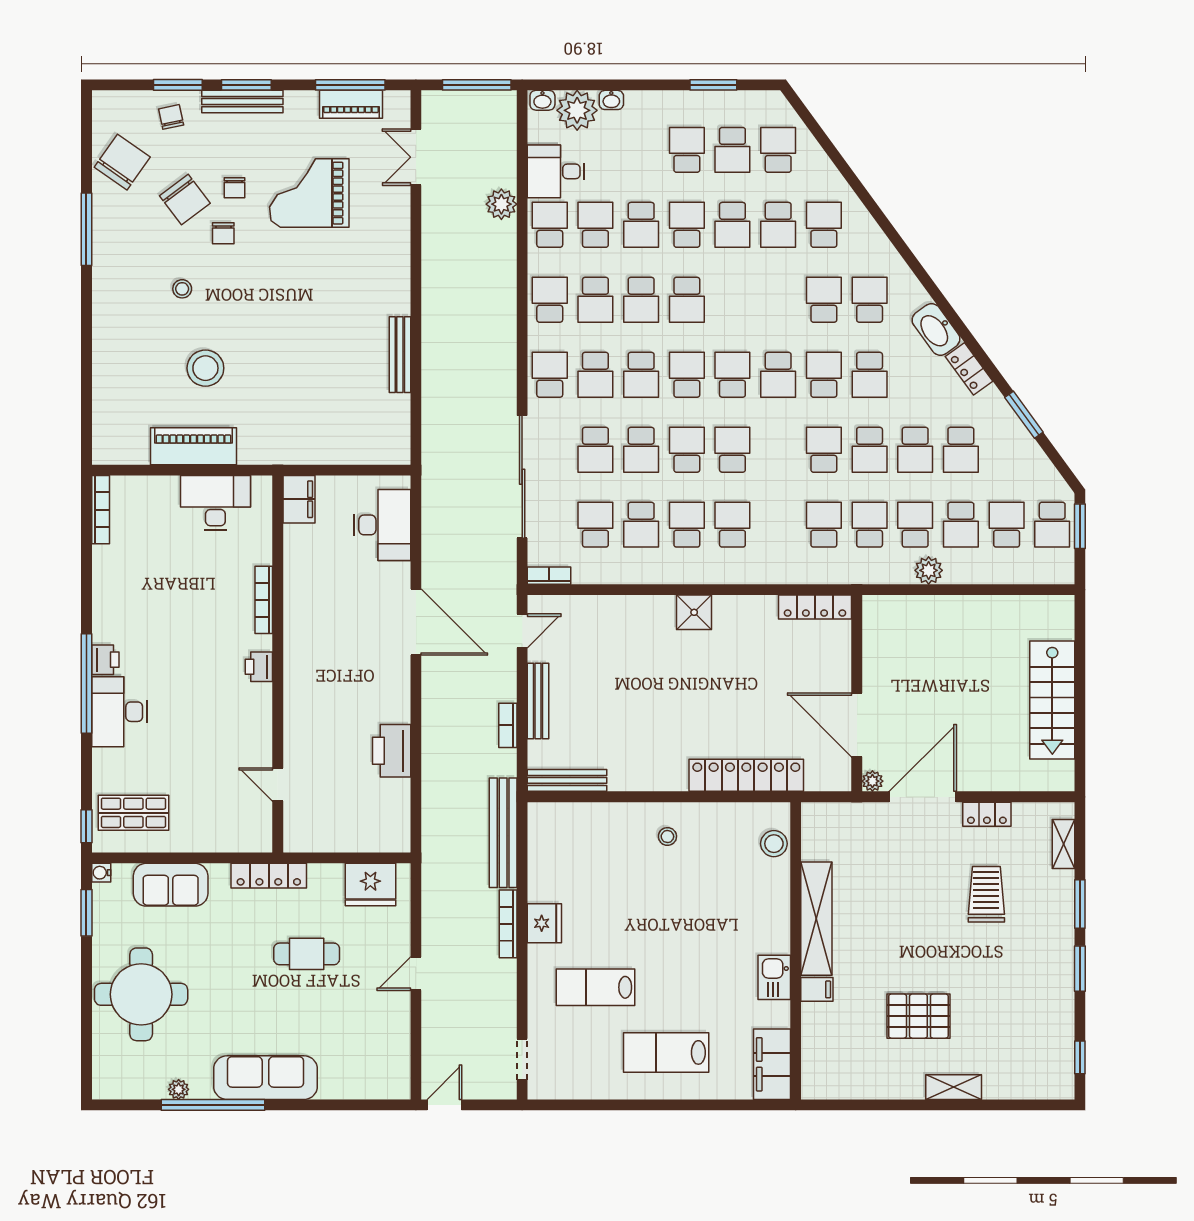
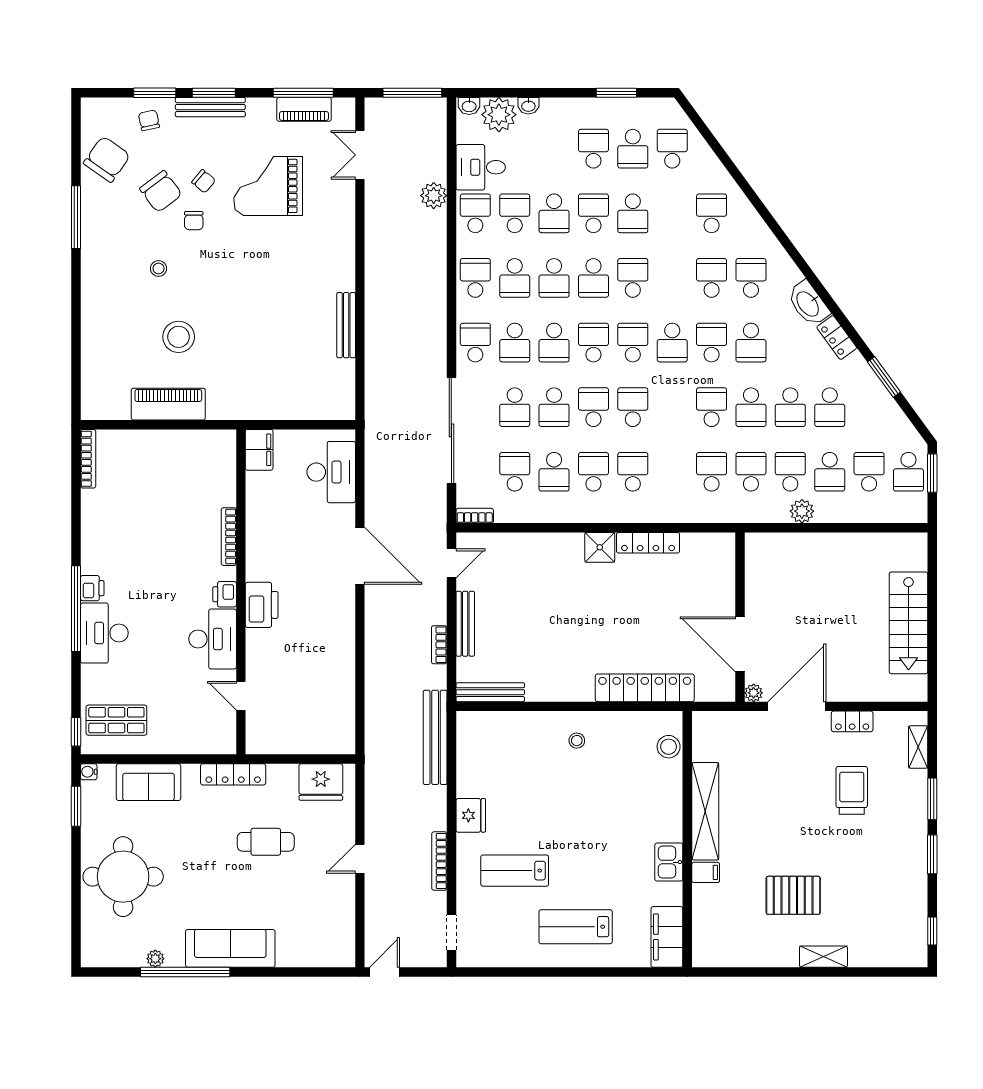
chair: (235, 188) -> (204, 181), turned -50
school desk: (778, 225) -> (633, 278), moved, turned 180
desk: (215, 503) -> (213, 639), moved, turned 90
locker: (815, 607) -> (648, 543), moved
printer: (392, 751) -> (262, 605), moved, turned 180
bookcase: (508, 924) -> (439, 861), moved

